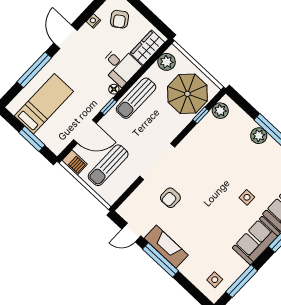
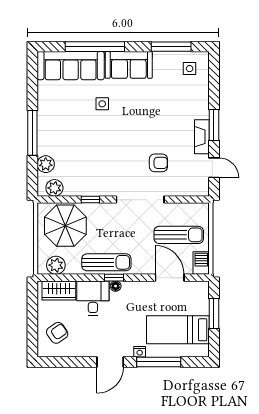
nightstand: (93, 21) -> (140, 352), moved
window: (109, 106) -> (114, 278), moved
window: (201, 115) -> (90, 200), moved
plant: (259, 136) -> (46, 164), moved
fireplace: (166, 247) -> (202, 137), width x0.73, depth x0.76
window: (161, 260) -> (214, 125), width x0.69

